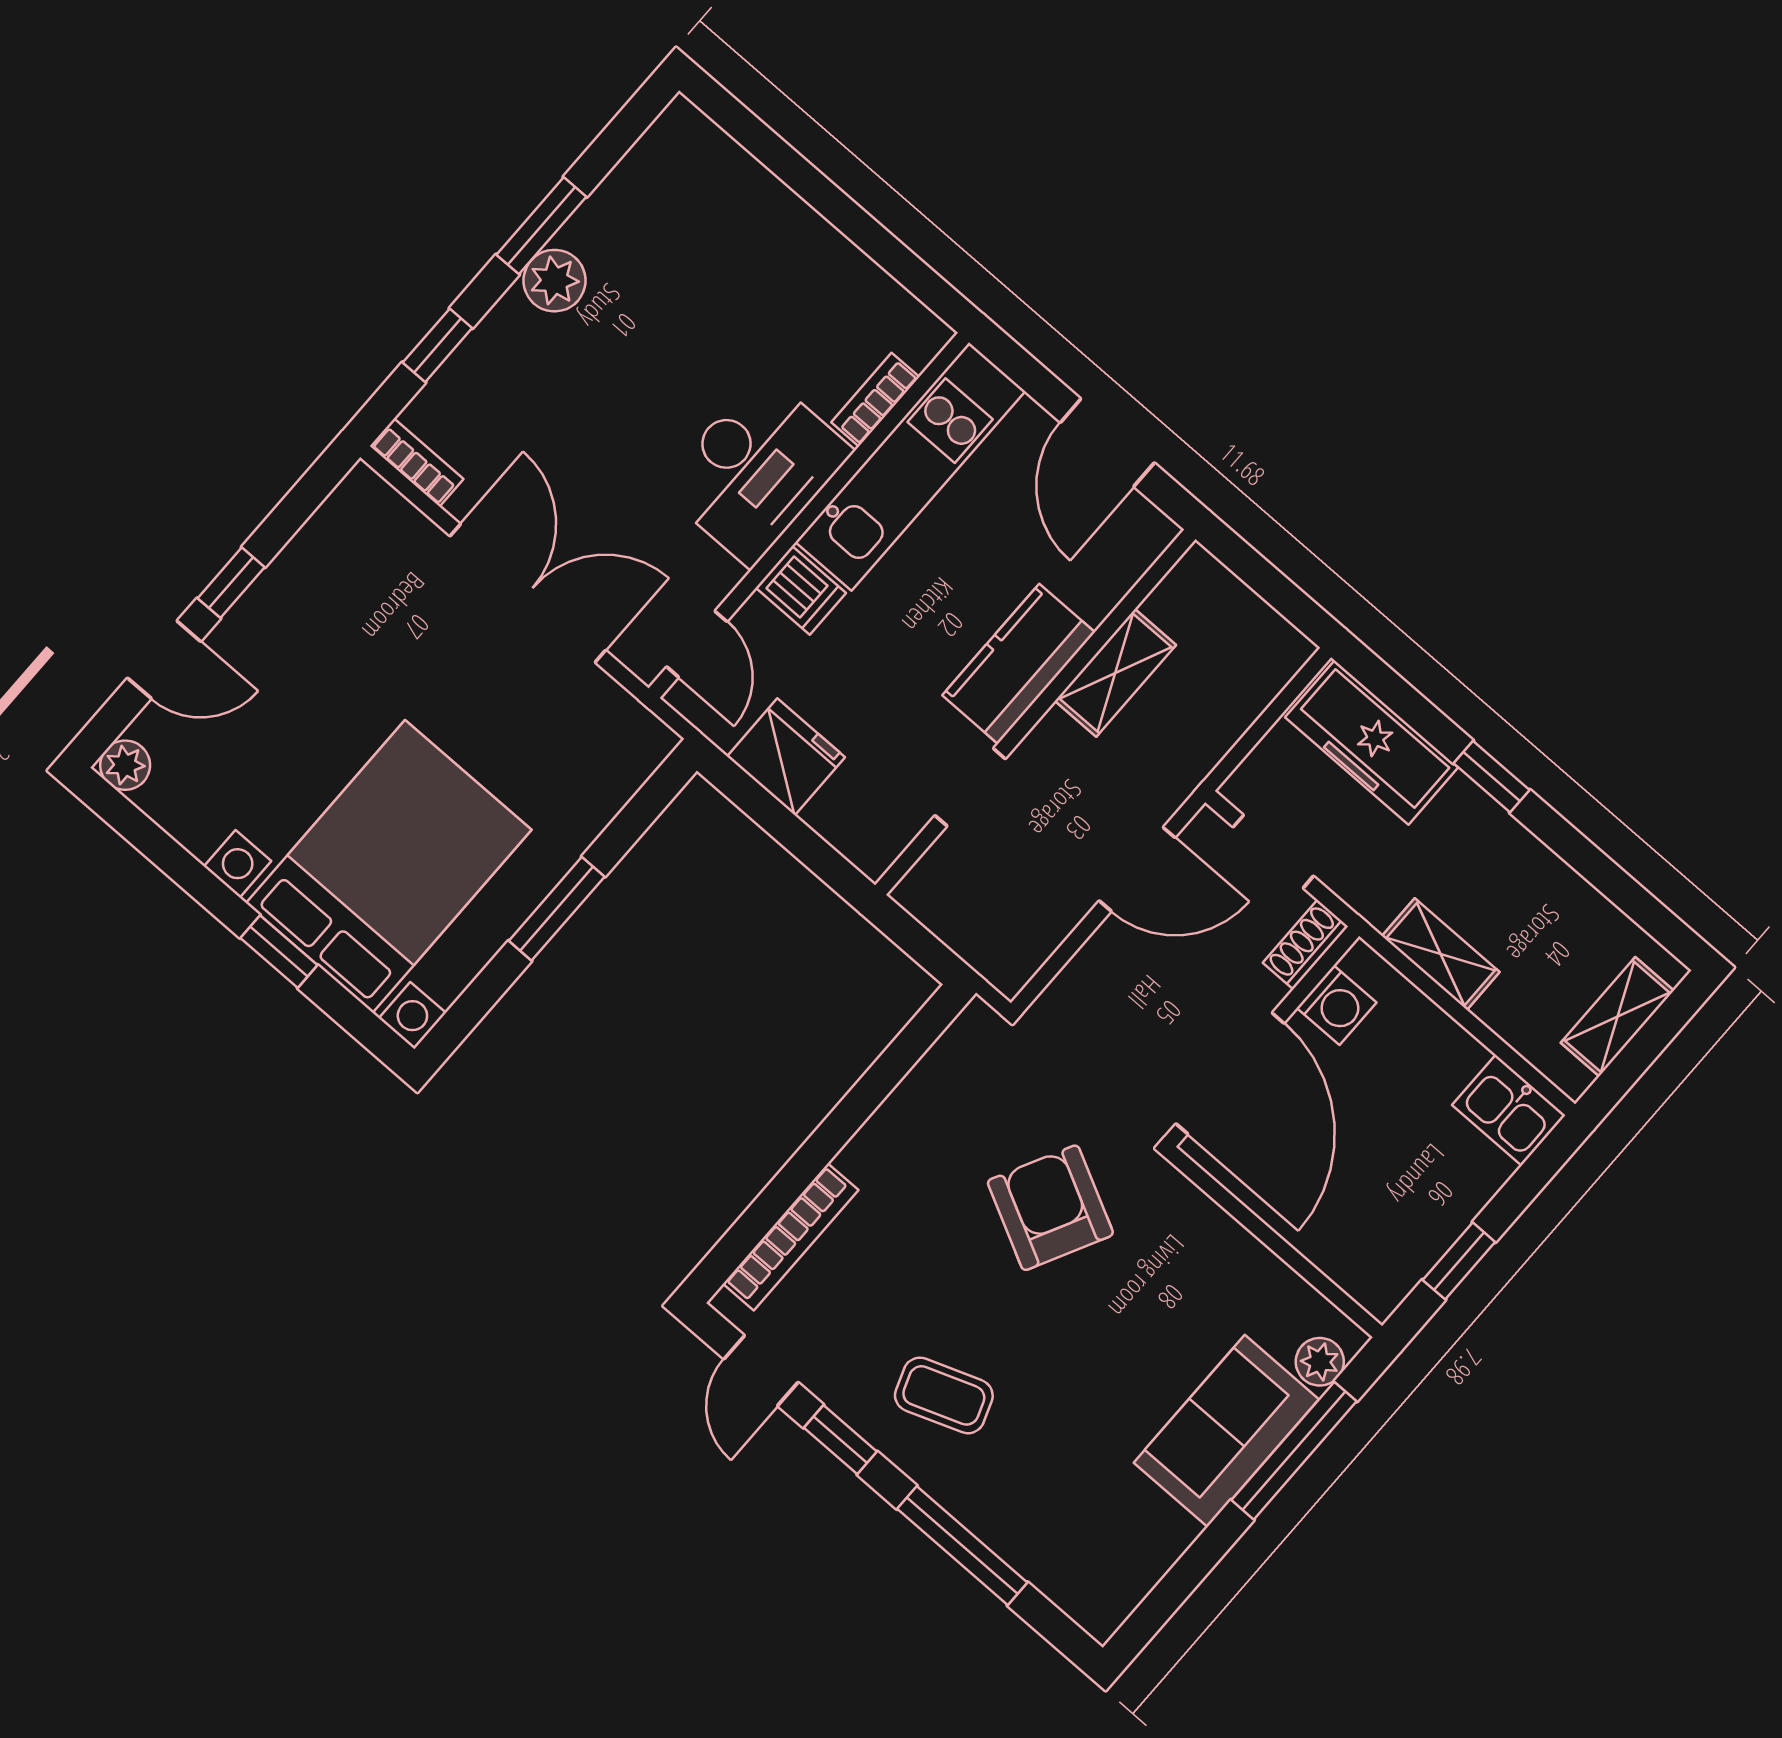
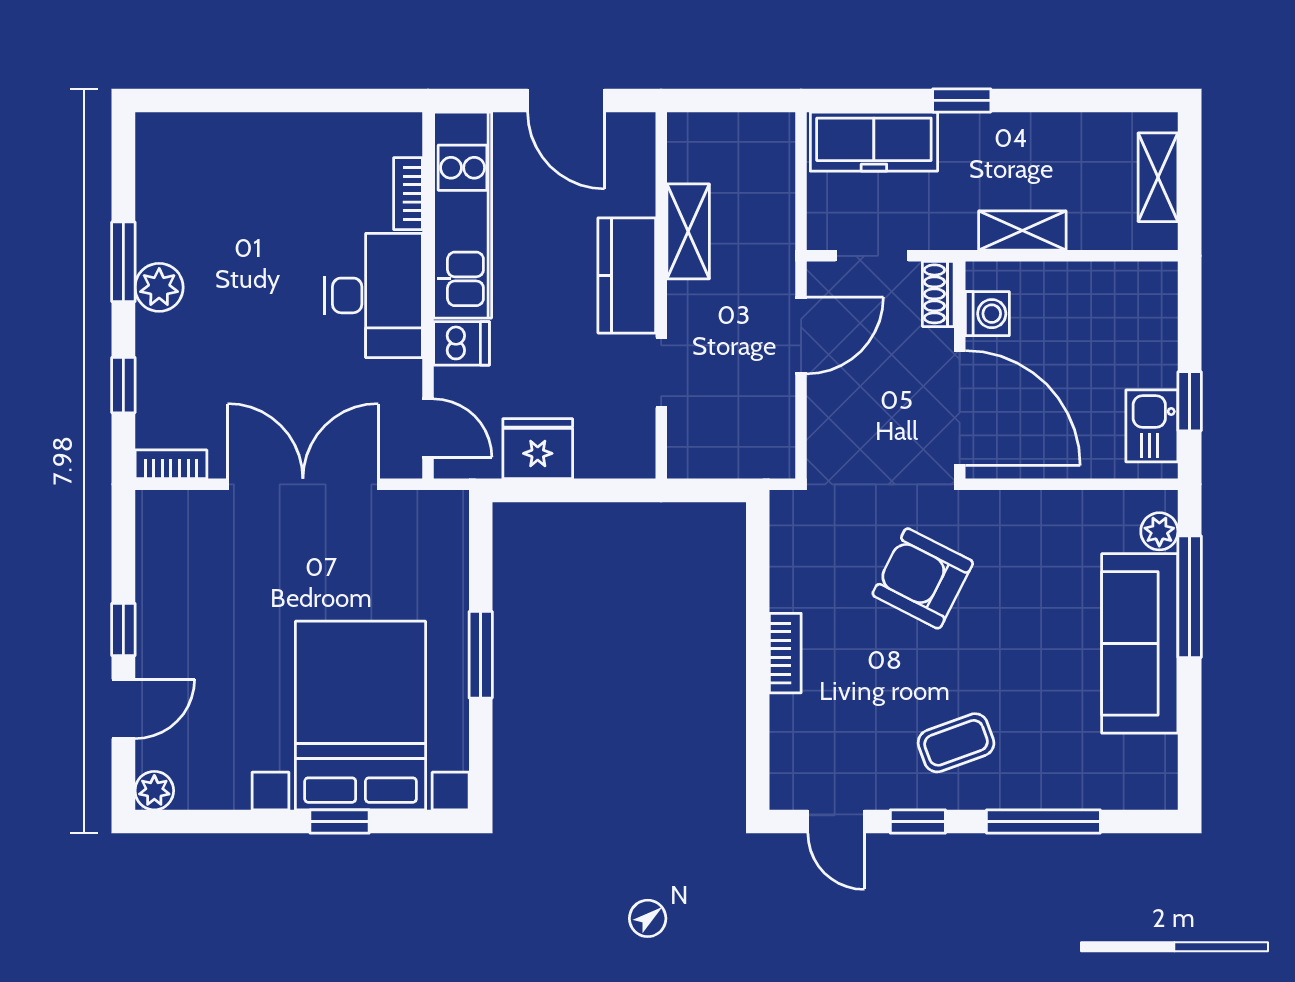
kitchen sink: (1509, 1110) -> (1152, 426), moved, turned 90
bookcase: (791, 1237) -> (785, 653), moved, width x0.64
sofa: (1226, 1431) -> (1140, 643), width x1.36

